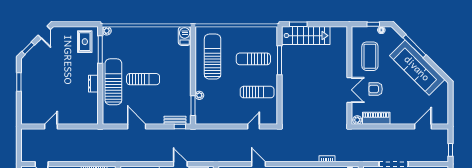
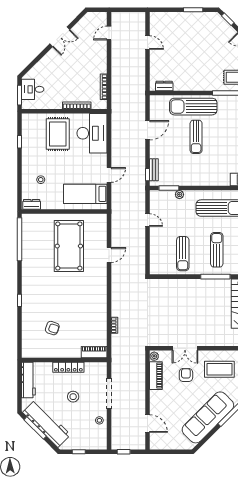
sun lounger: (113, 82) -> (193, 107), turned 180
dresser: (93, 84) -> (164, 86), moved
door: (254, 126) -> (148, 220), moved

